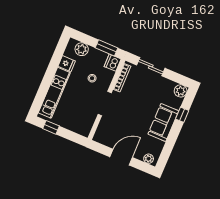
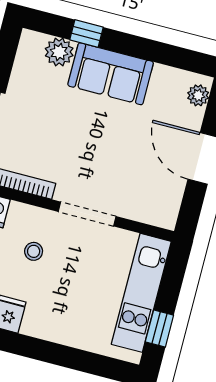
plant: (181, 91) -> (59, 52), moved
kitchen unit: (54, 93) -> (141, 293), moved, turned -90

